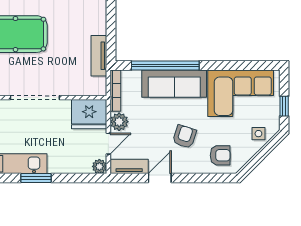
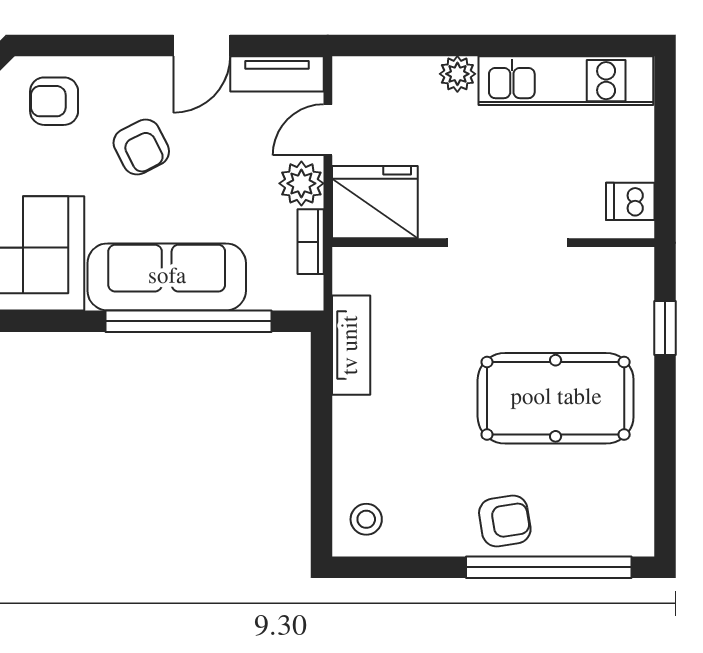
bookcase: (115, 91) -> (311, 242), width x0.64
armchair: (185, 137) -> (141, 147), turned -45
plant: (99, 166) -> (457, 74), moved
window: (36, 178) -> (505, 45), removed

